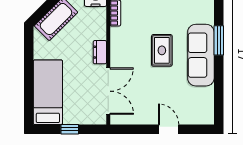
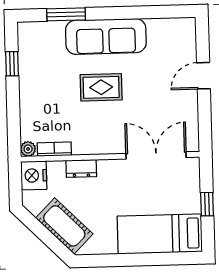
window: (219, 40) -> (66, 14), moved
dresser: (100, 52) -> (81, 169), moved

